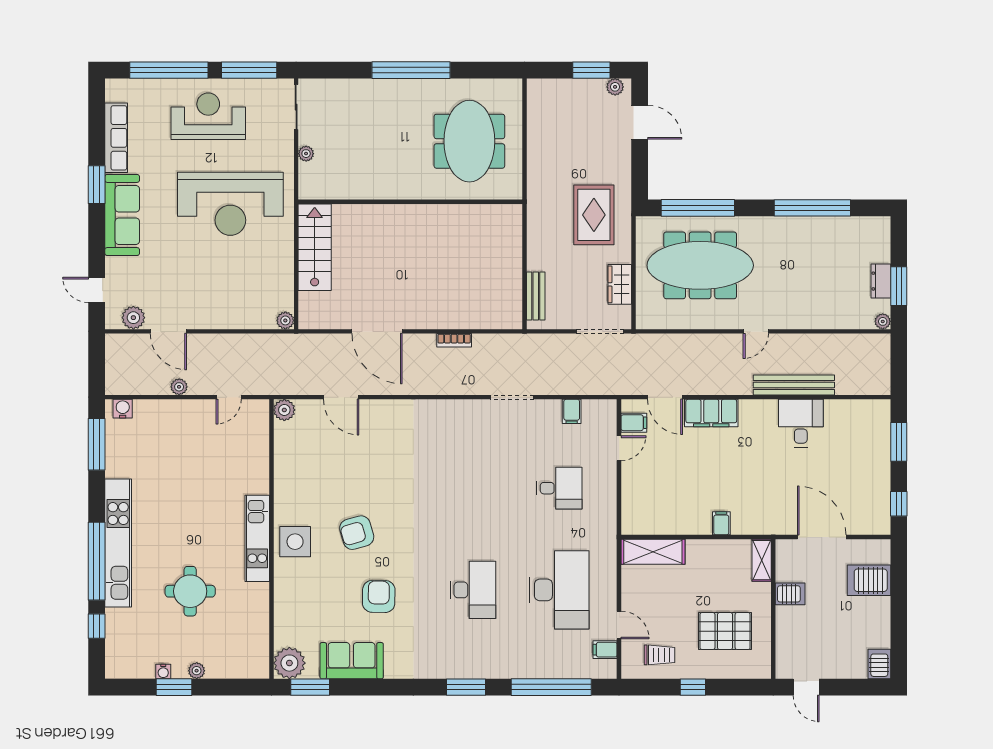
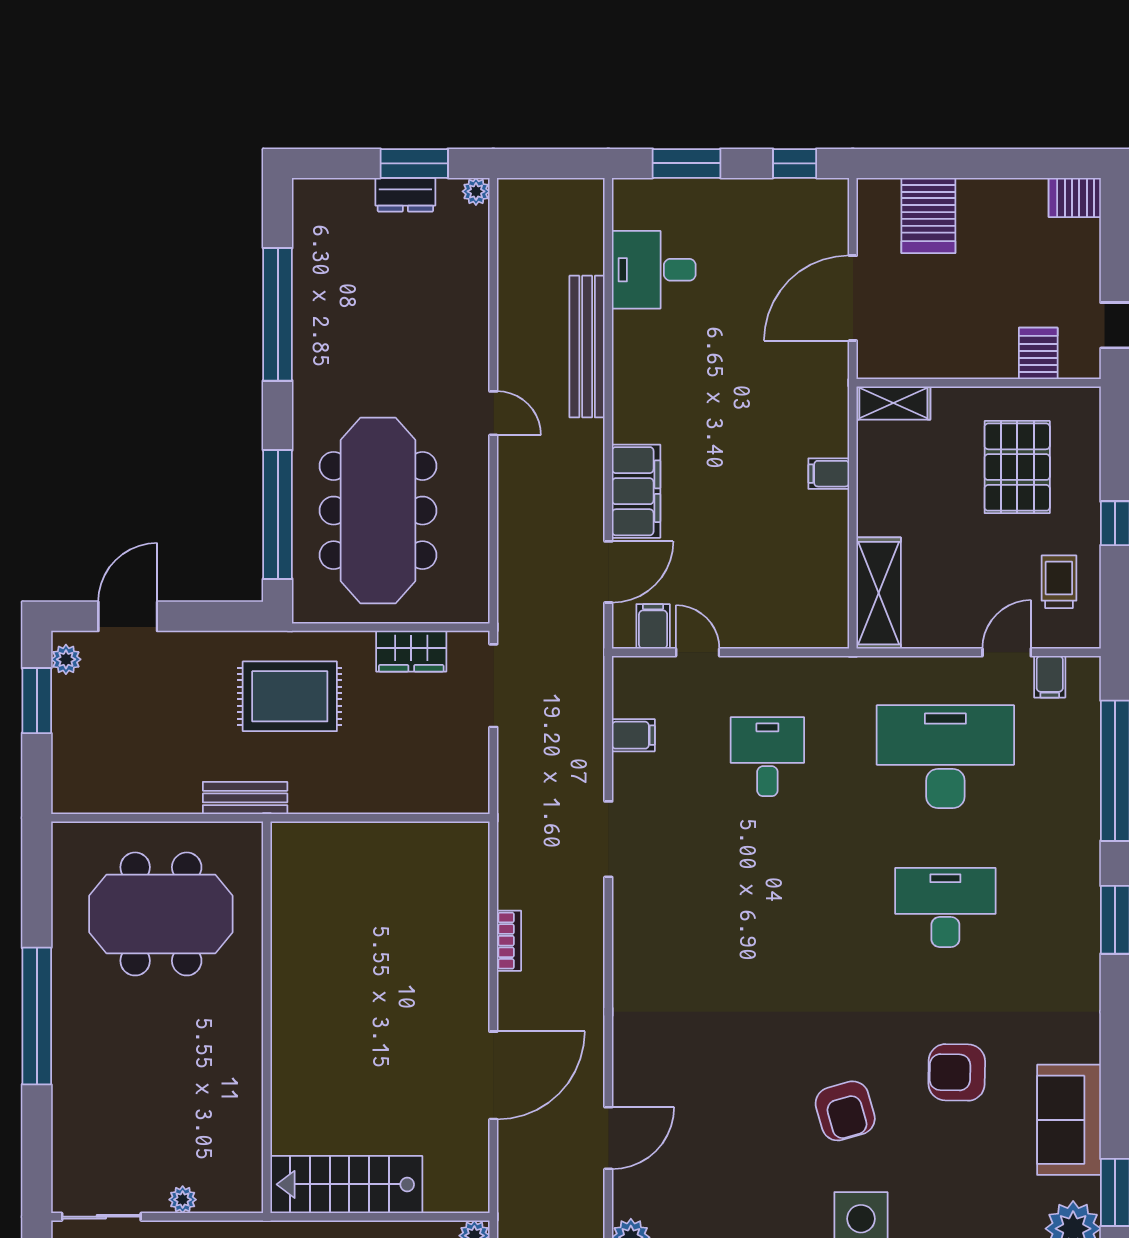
bench: (536, 296) -> (245, 798), moved
desk: (801, 423) -> (654, 270), moved
server rack: (790, 594) -> (1038, 353), moved

